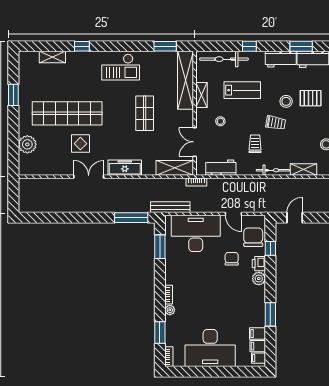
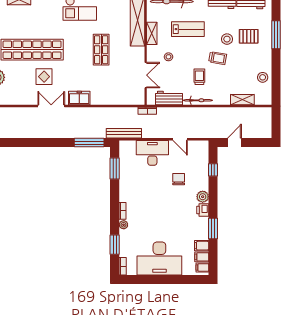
double door: (195, 142) -> (146, 75), swing flipped
freezer: (125, 168) -> (79, 98), width x0.71
shelving: (175, 168) -> (128, 98), removed
bicycle: (273, 170) -> (198, 100), moved
desk: (196, 233) -> (152, 153), width x0.73, depth x0.77
chair: (253, 237) -> (198, 160), removed
printer: (259, 264) -> (203, 210), moved

